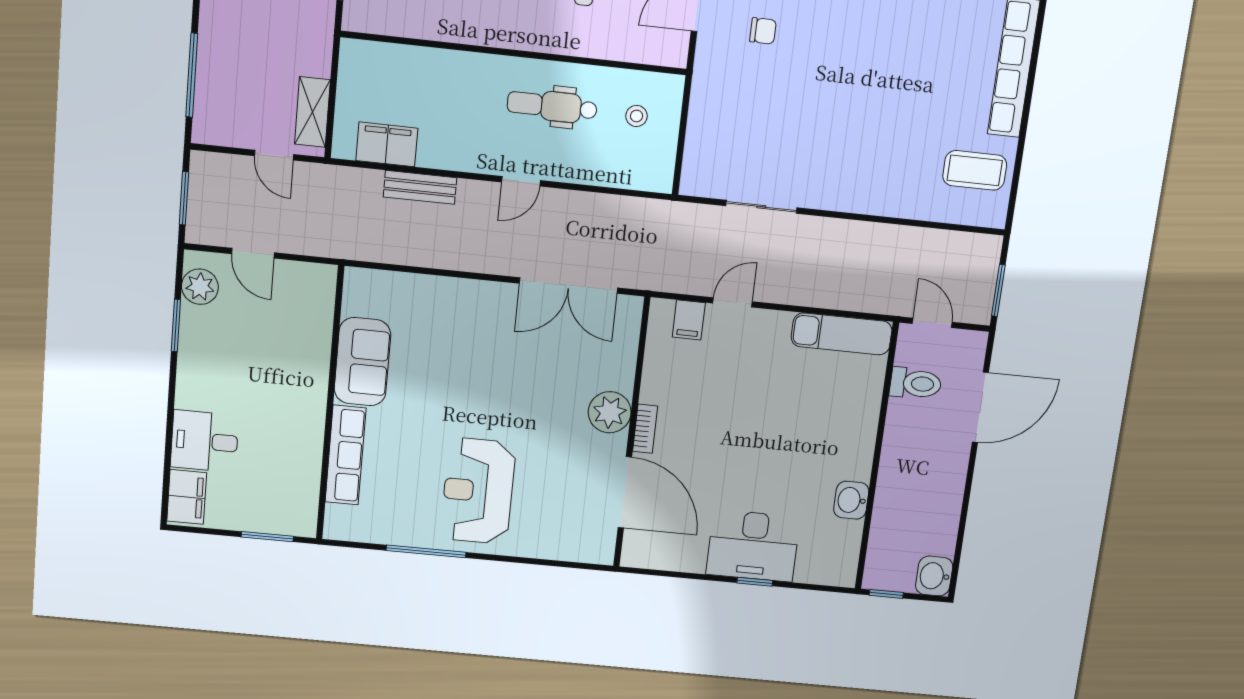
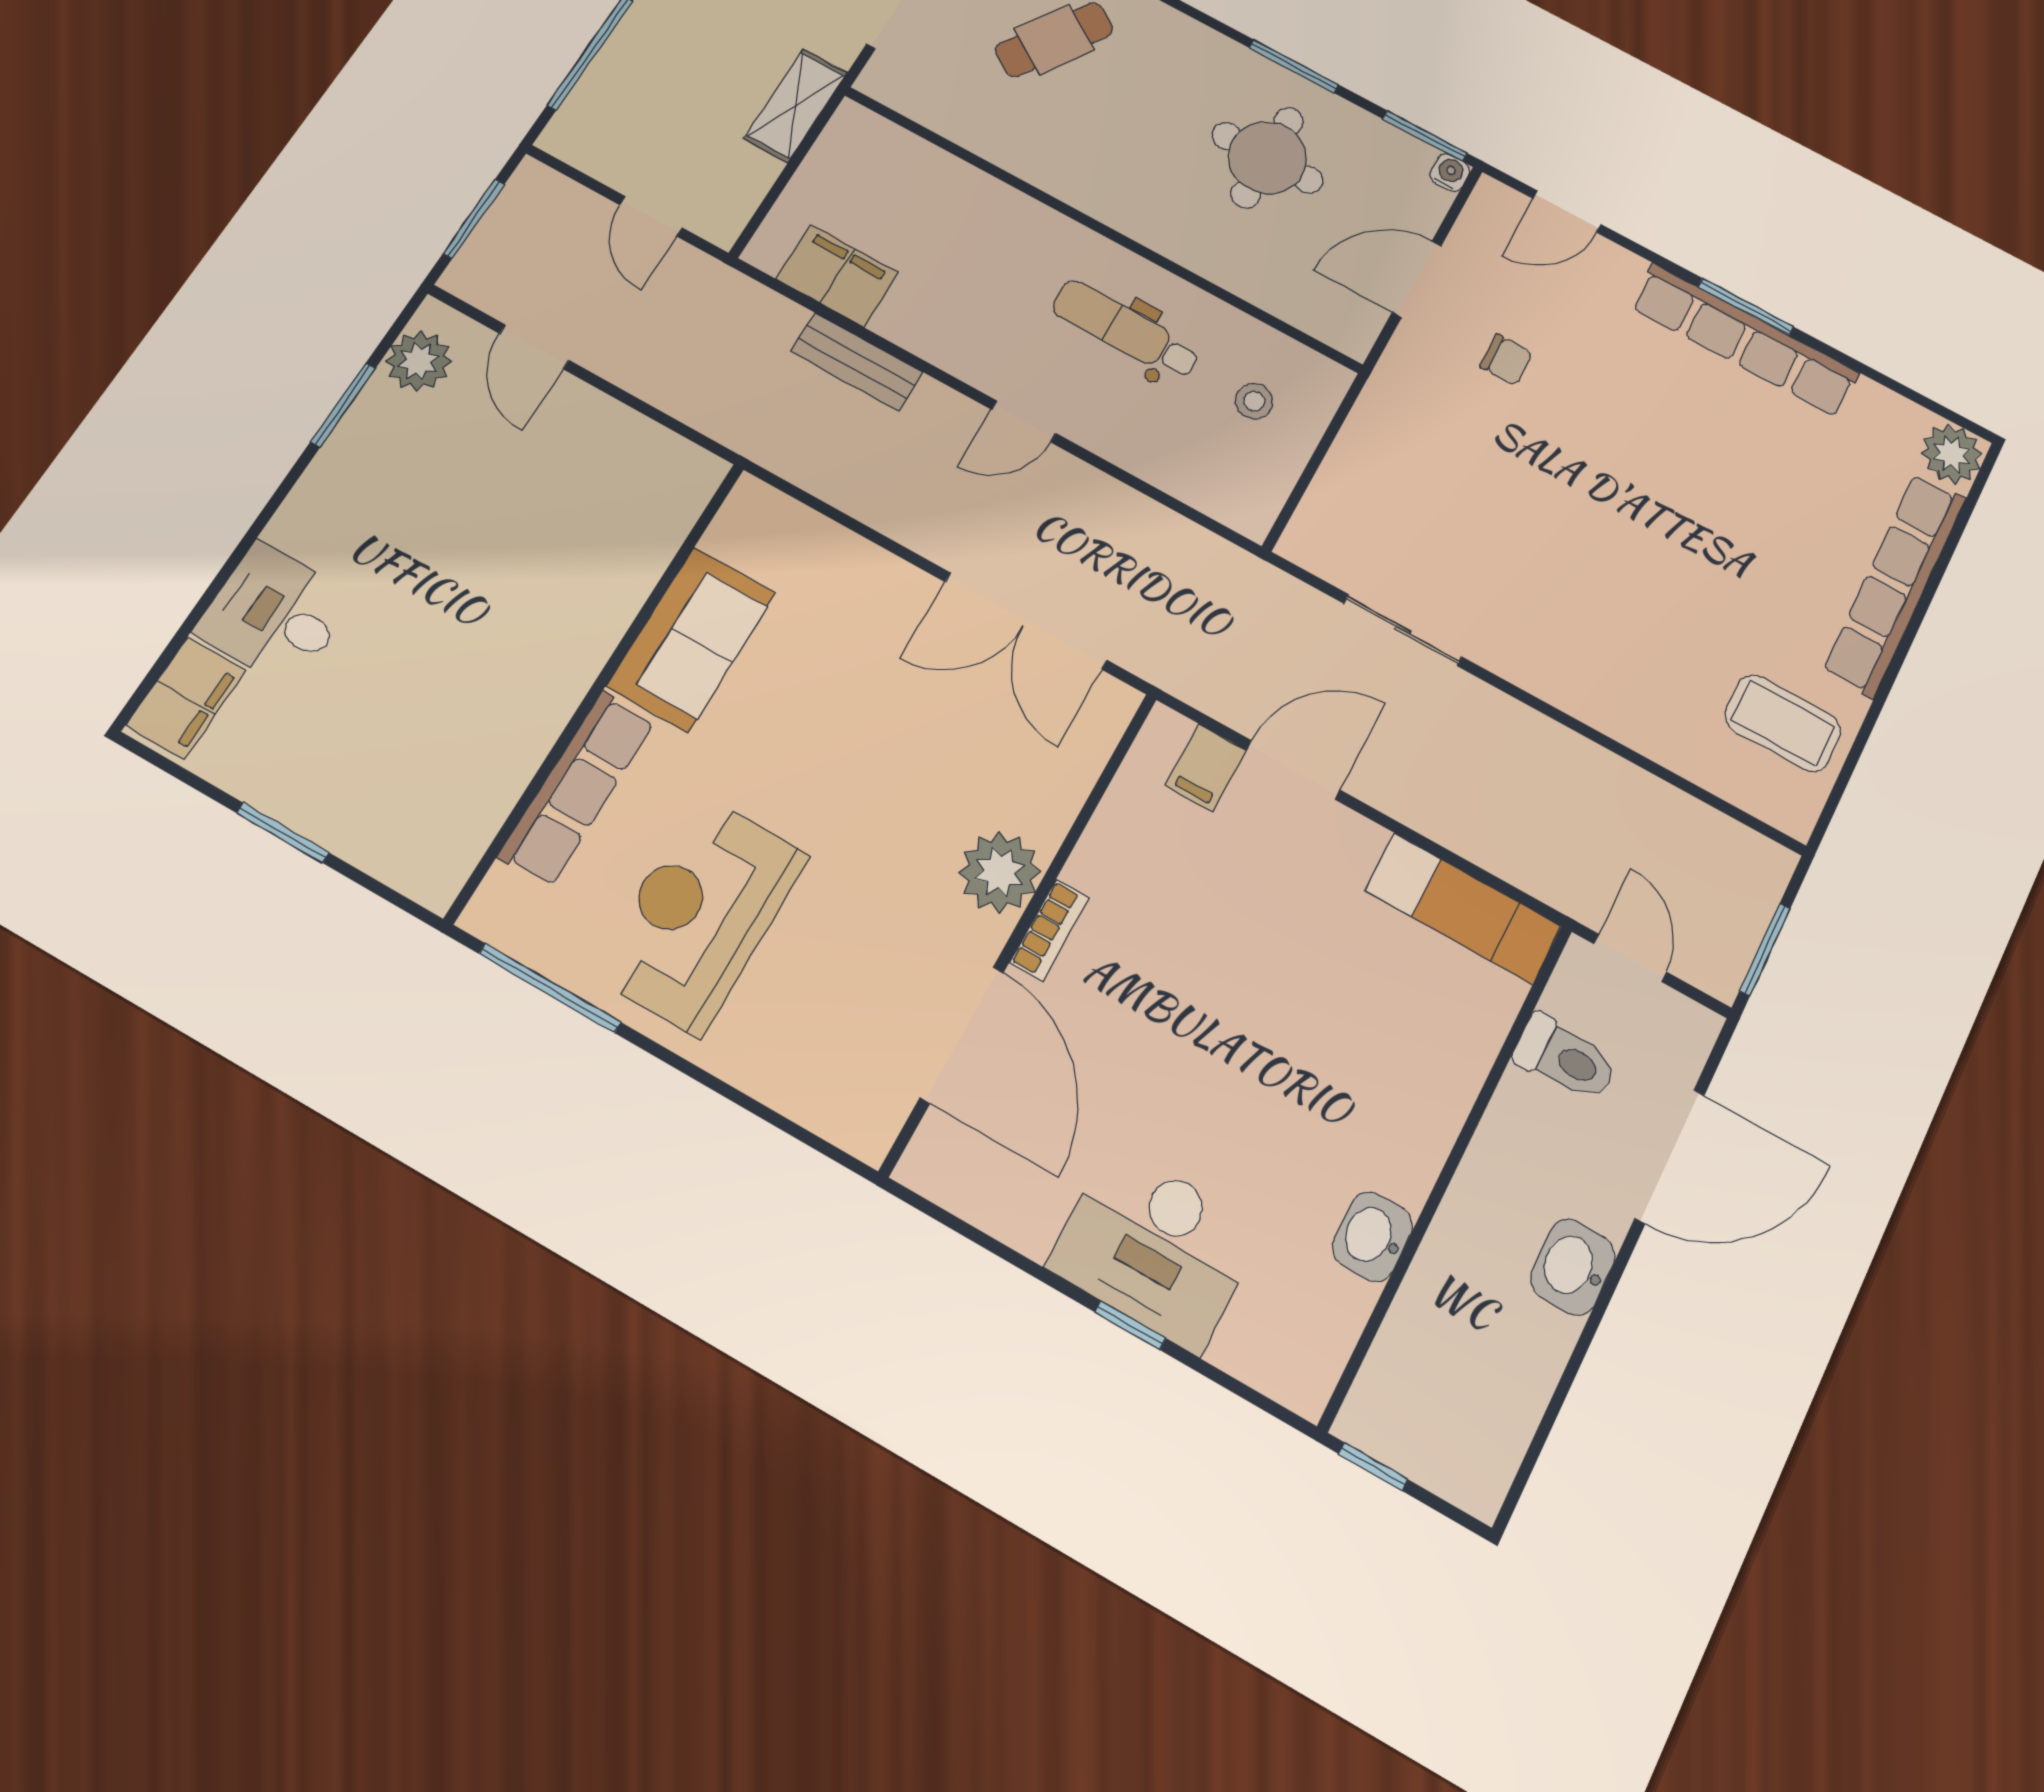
shelving: (312, 112) -> (796, 105), moved
door: (733, 302) -> (1293, 770), width x1.37
sofa: (362, 362) -> (691, 639), moved
wall: (330, 404) -> (598, 687), moved
row of seats: (345, 455) -> (577, 789), moved
washbasin: (934, 576) -> (1573, 1267), moved

